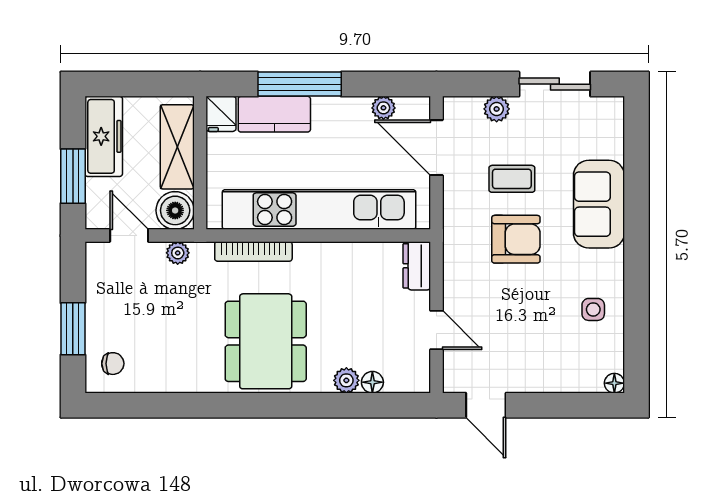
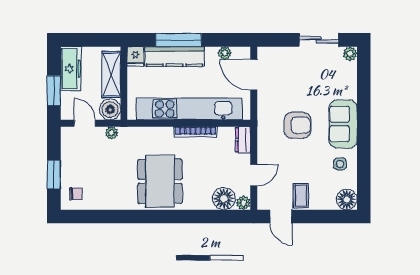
plant: (497, 109) -> (350, 54), moved
kitchen counter: (274, 114) -> (175, 56), width x1.50
coffee table: (512, 179) -> (301, 196), moved, turned 90
sofa: (599, 204) -> (343, 124), moved
bookcase: (253, 251) -> (195, 132), moved
door: (436, 330) -> (254, 175), hinge flipped
plant: (346, 380) -> (243, 203), moved
floor lamp: (372, 382) -> (224, 199), width x1.89, depth x1.89
floor lamp: (614, 383) -> (347, 200), width x1.89, depth x1.89

